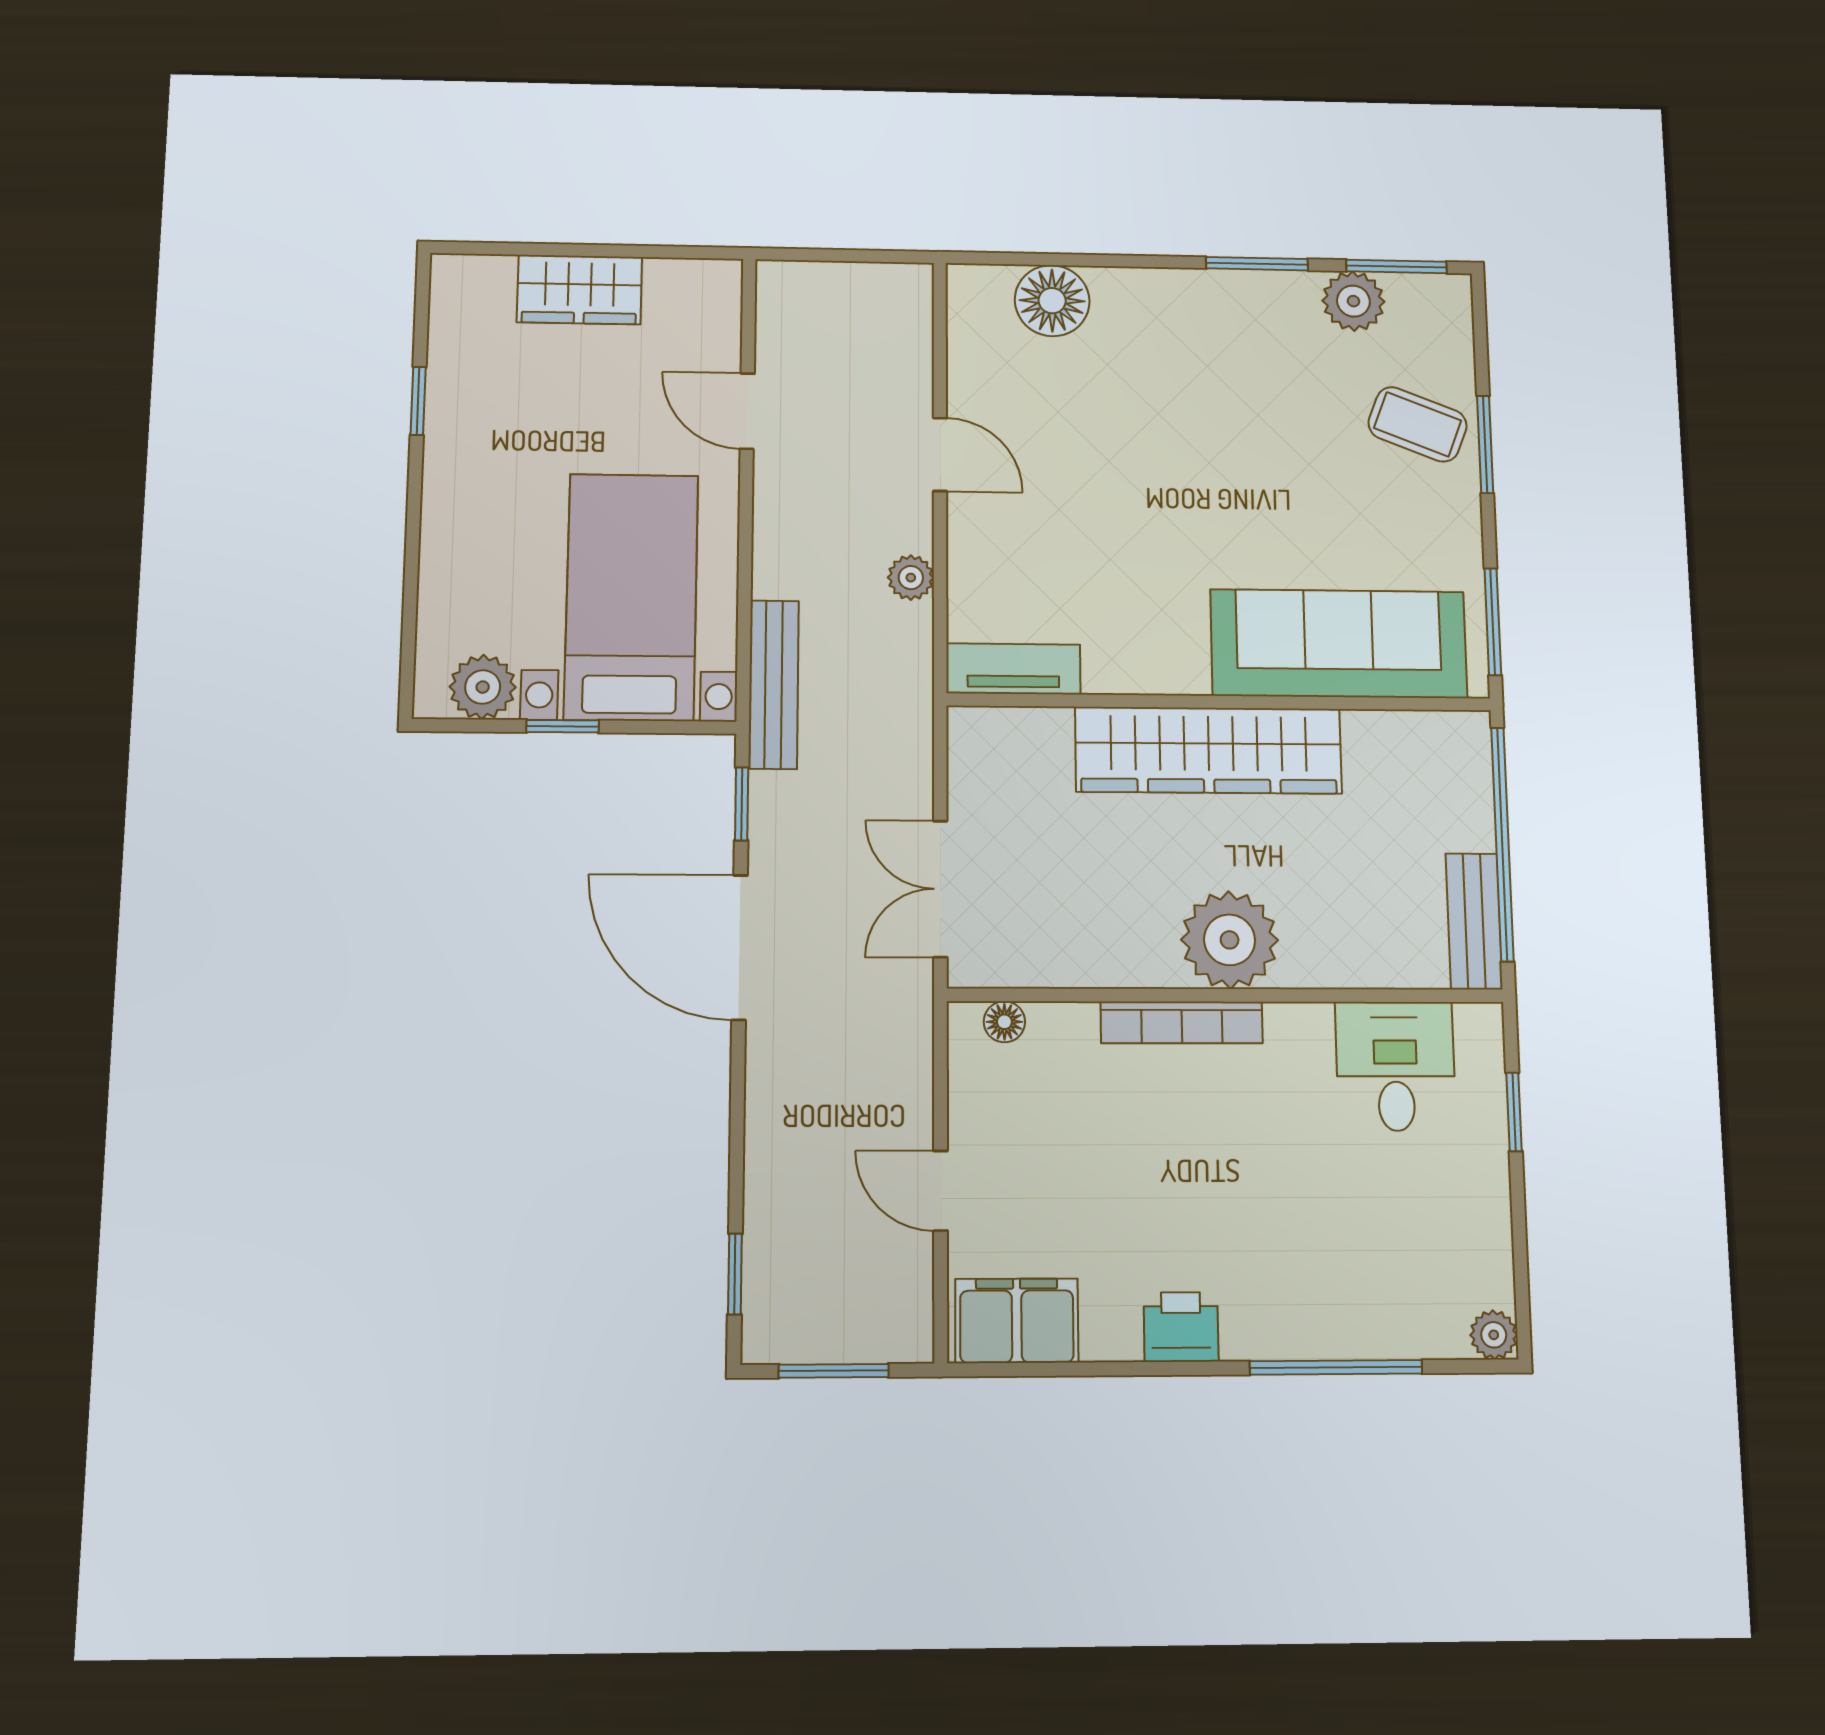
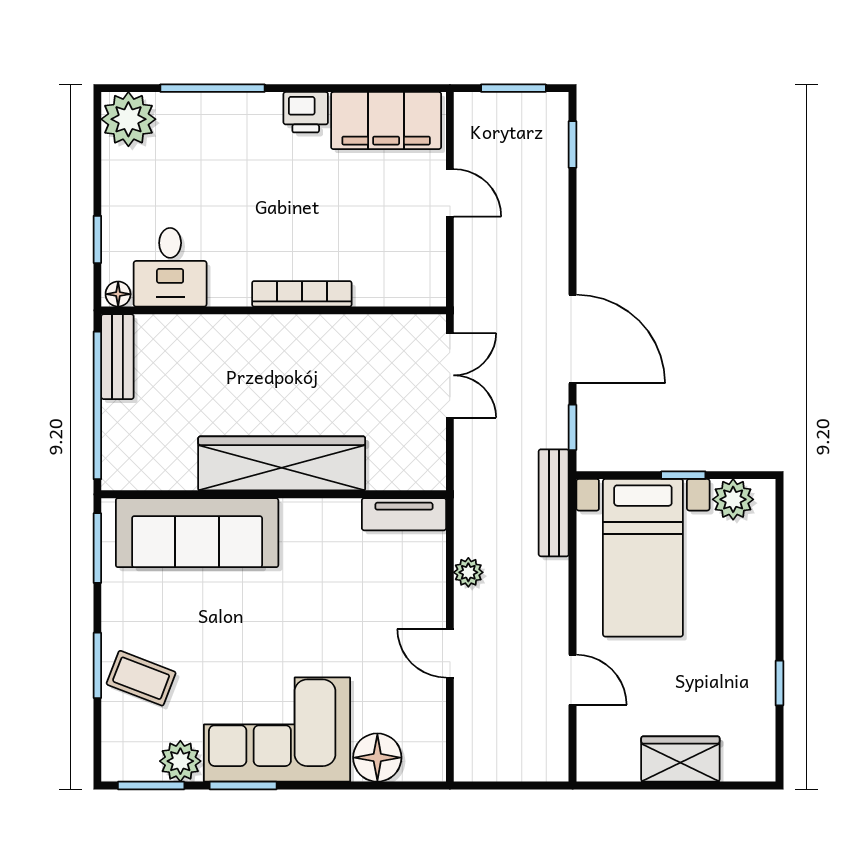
corner sofa: (1207, 345) -> (277, 730), added
plant: (1230, 940) -> (271, 345), removed
floor lamp: (1004, 1022) -> (118, 294), moved
filing cabinet: (1017, 1321) -> (386, 121), width x1.50, depth x1.17
plant: (1494, 1335) -> (128, 119), width x1.88, depth x1.88

